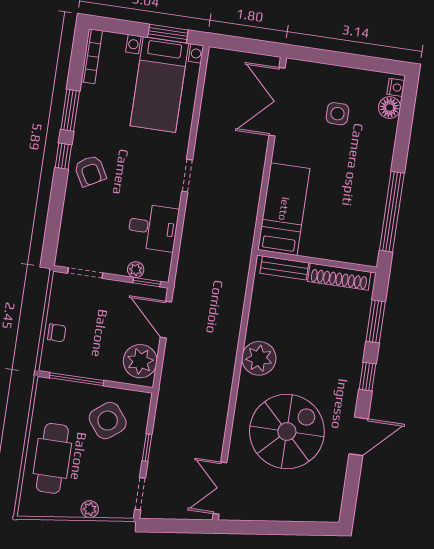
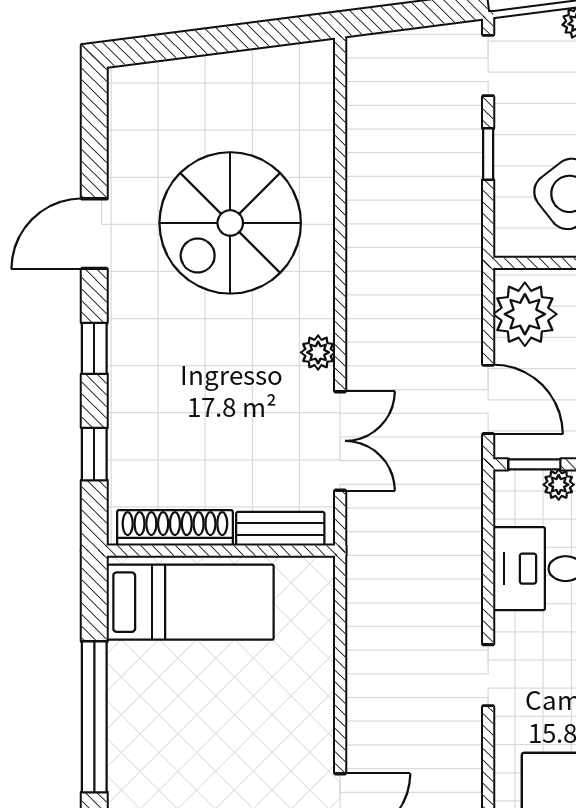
bed: (284, 209) -> (190, 602), moved, turned -90
window: (392, 212) -> (94, 717), moved
window: (376, 321) -> (94, 454), width x0.67
plant: (259, 358) -> (318, 352), width x0.53, depth x0.53
double door: (220, 488) -> (340, 441), moved

